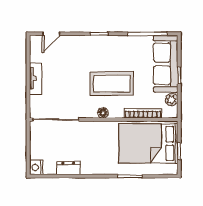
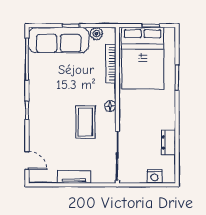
coffee table: (112, 84) -> (85, 122), moved, width x0.73, depth x0.76
nightstand: (36, 167) -> (155, 176), moved

